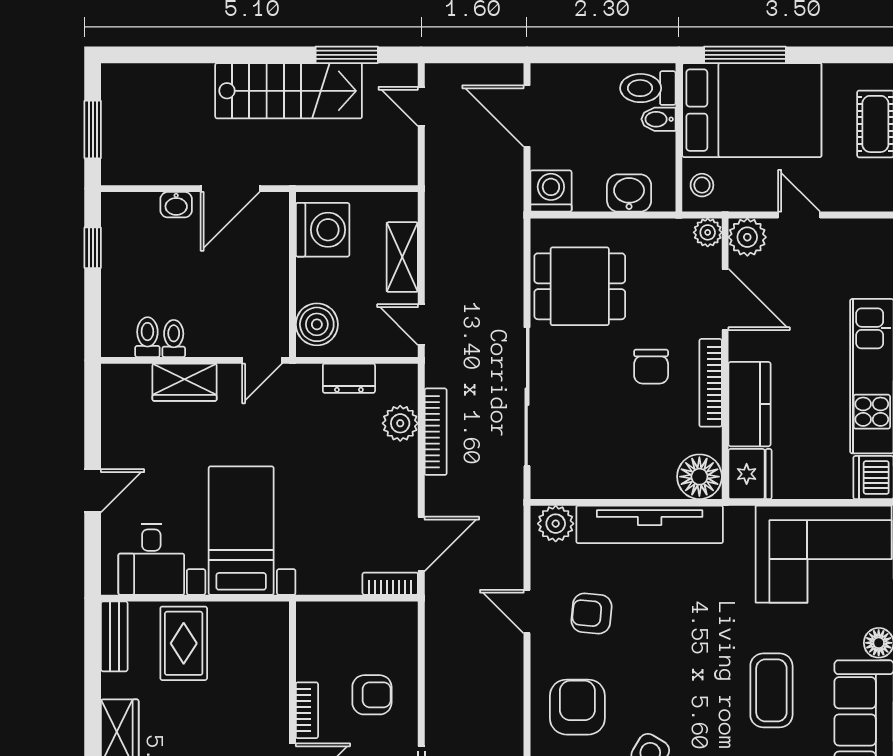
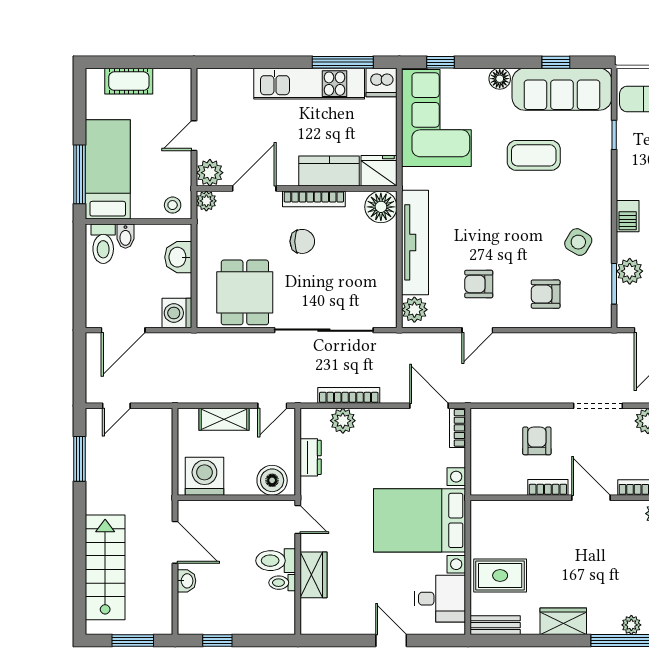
stairs: (289, 91) -> (105, 567), moved
bed: (752, 110) -> (108, 169), width x0.67
toilet: (147, 337) -> (276, 561), moved, width x1.37, depth x1.39
bed with nightstands: (241, 531) -> (420, 520), width x1.36
armchair: (591, 613) -> (479, 284), turned 85
armchair: (577, 707) -> (546, 294), width x0.72, depth x0.72

